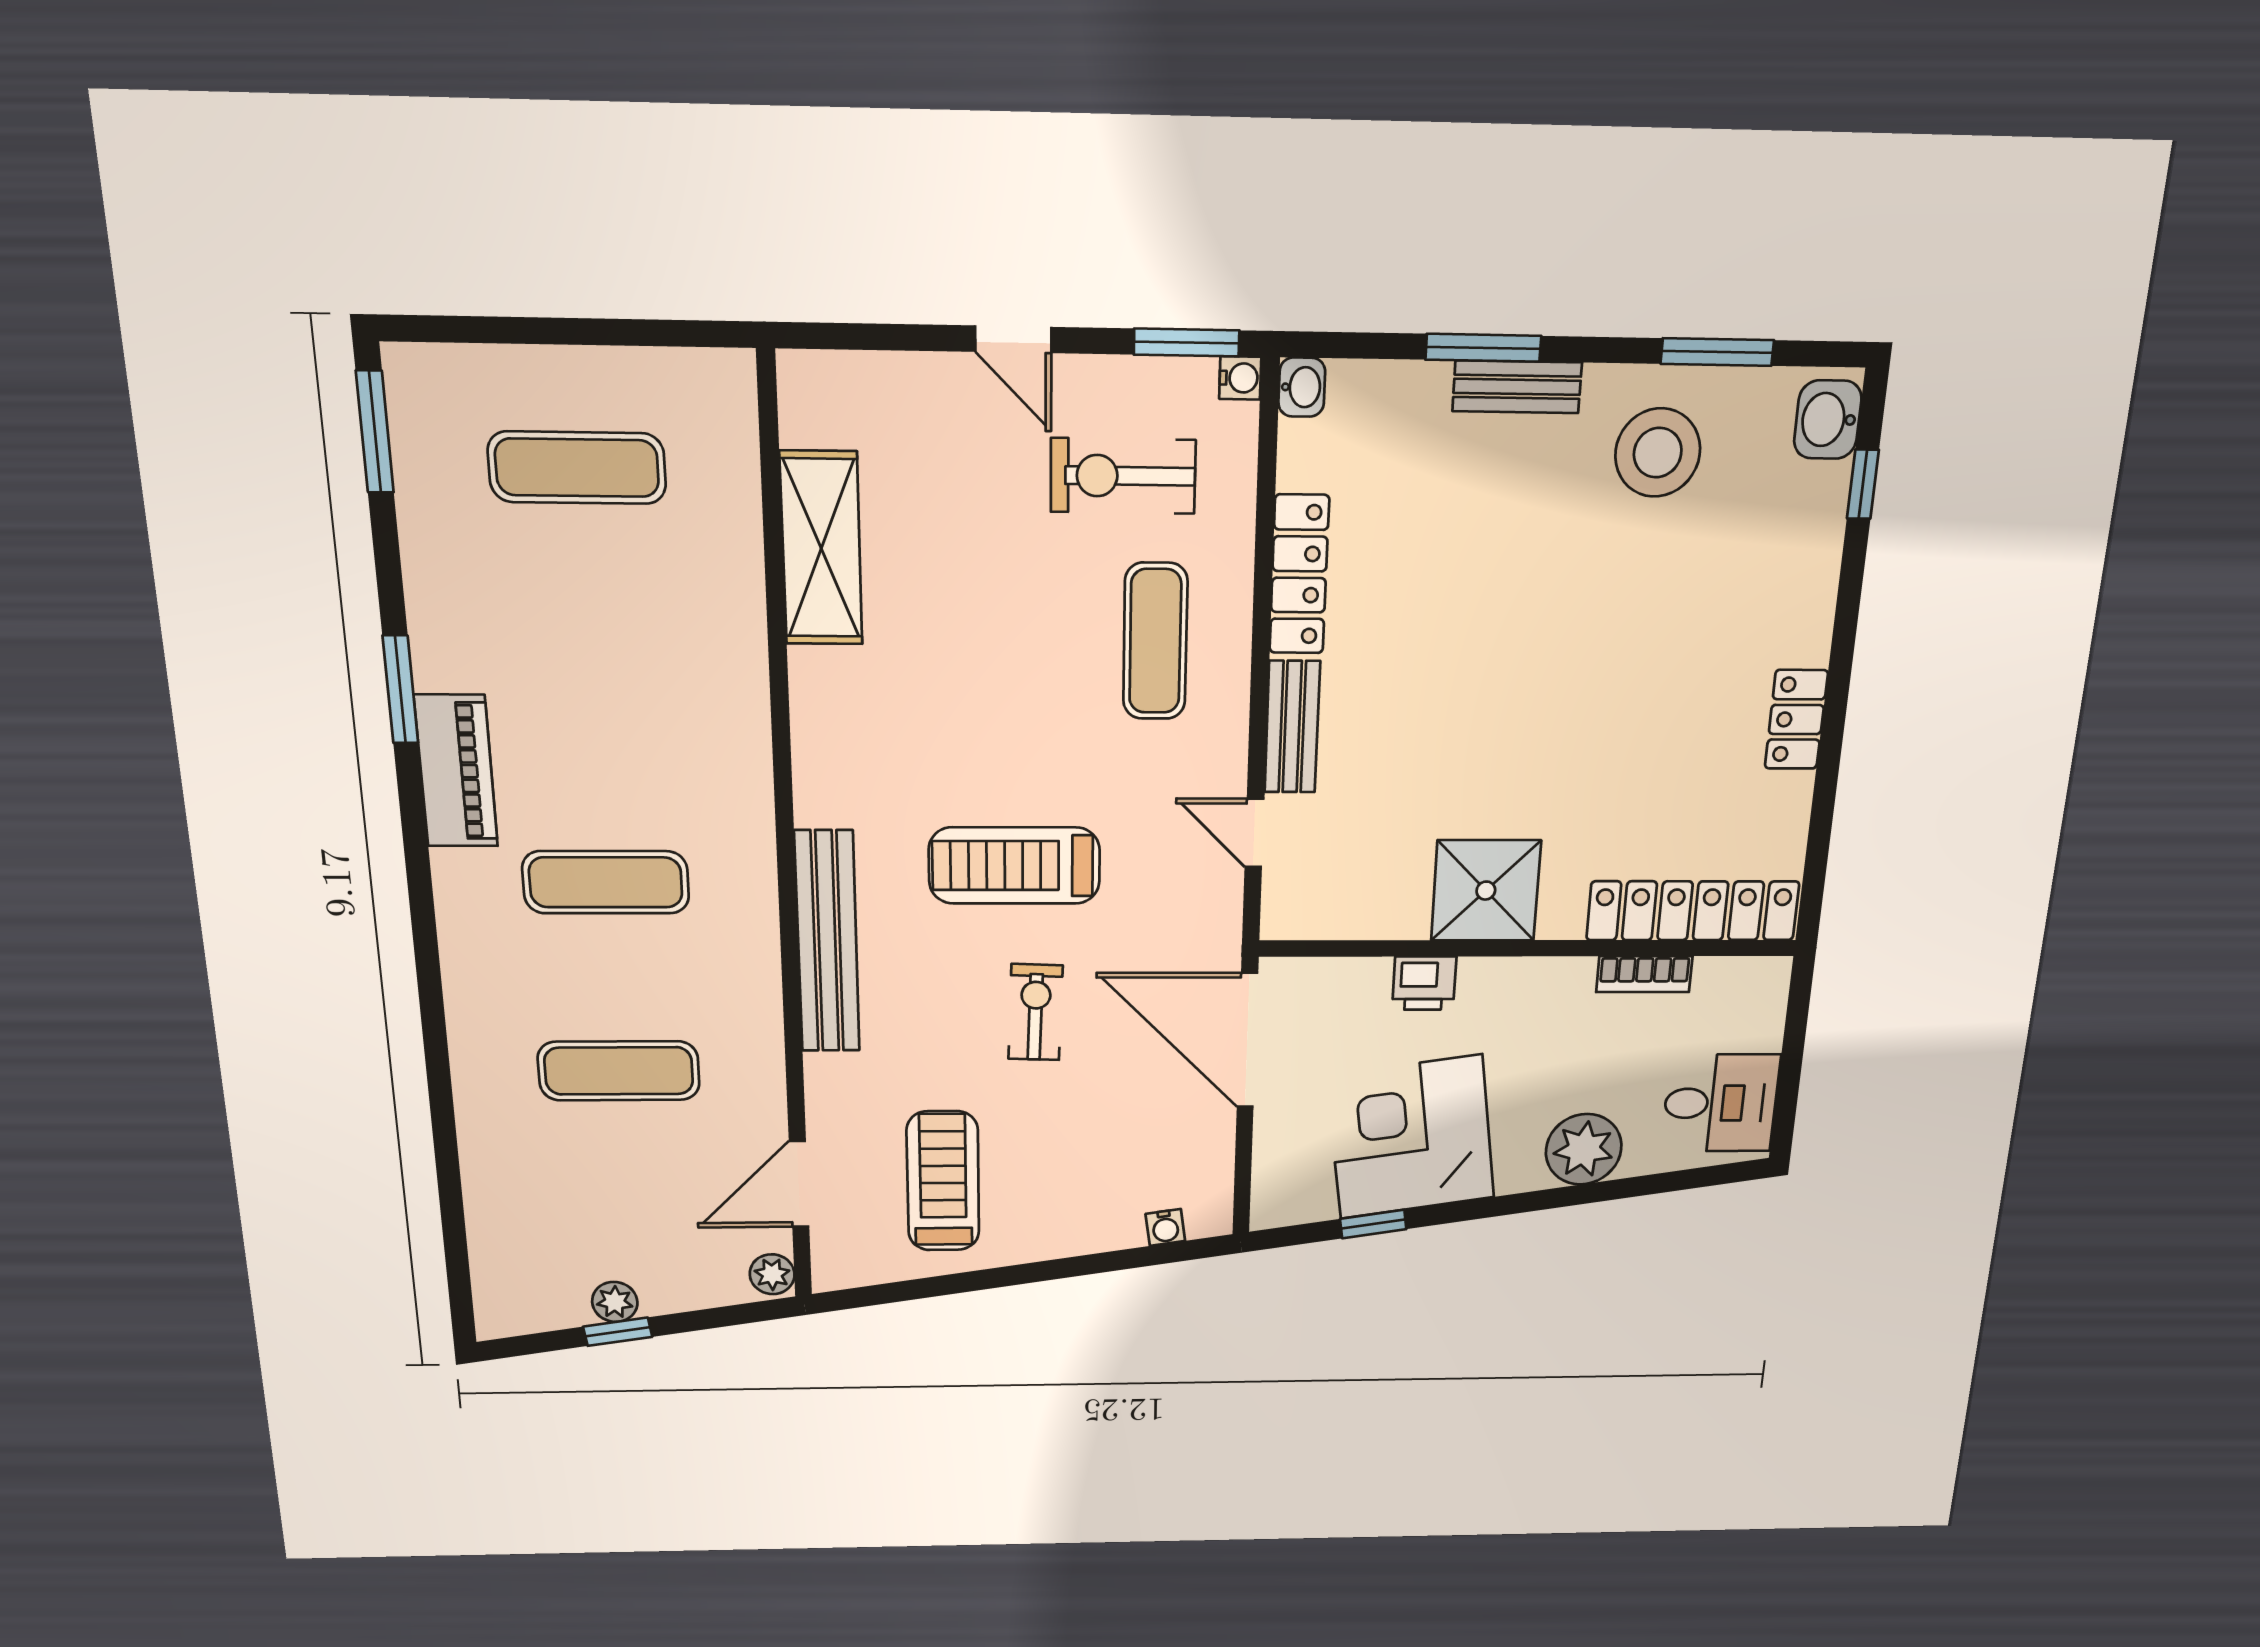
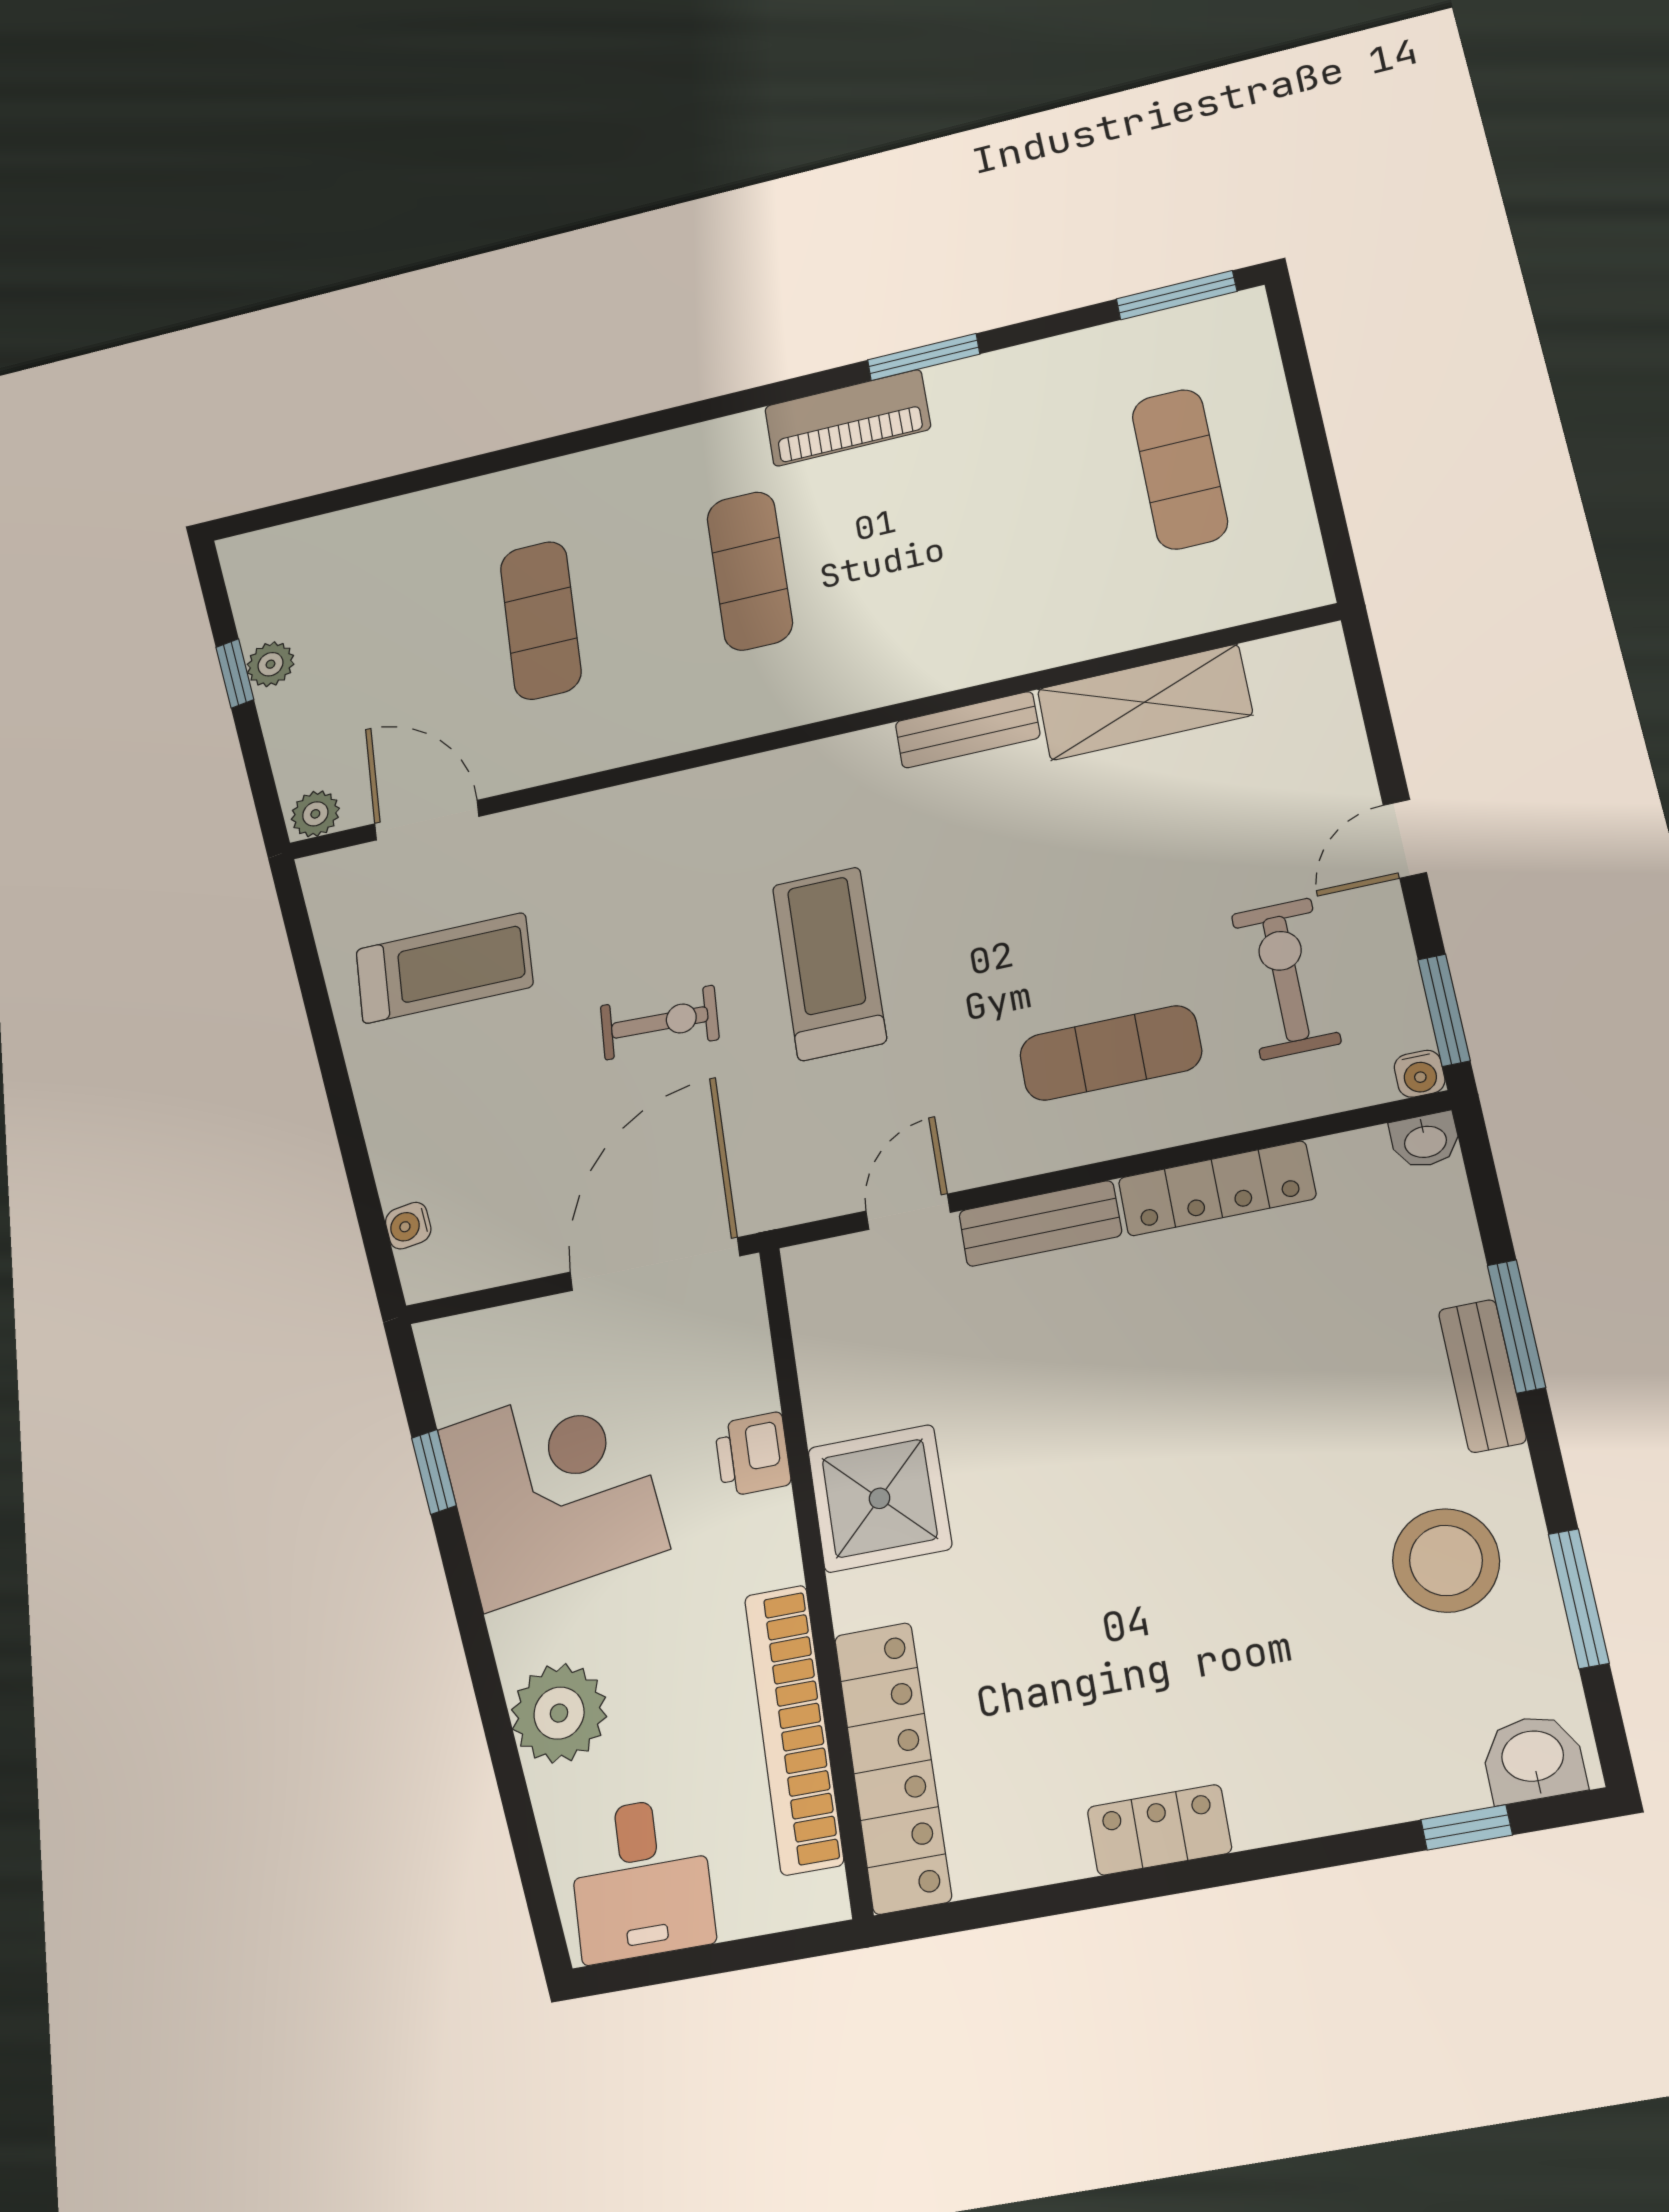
bench: (827, 942) -> (967, 730), moved, width x0.54, depth x0.82
bookcase: (1644, 974) -> (794, 1728), width x2.31, depth x1.31

